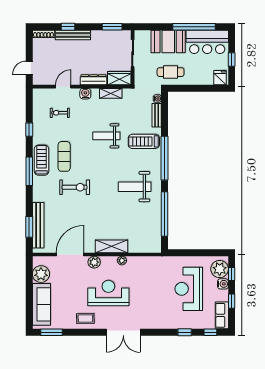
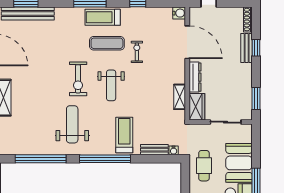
bench: (73, 35) -> (247, 48), width x0.73
door: (63, 87) -> (187, 42), width x1.88
water cooler: (85, 94) -> (179, 13), moved
exercise bike: (60, 113) -> (137, 52), moved
weight bench: (106, 136) -> (111, 85), moved, turned 180
treadmill: (42, 160) -> (103, 17), turned 180
exercise bike: (75, 187) -> (78, 79), moved

